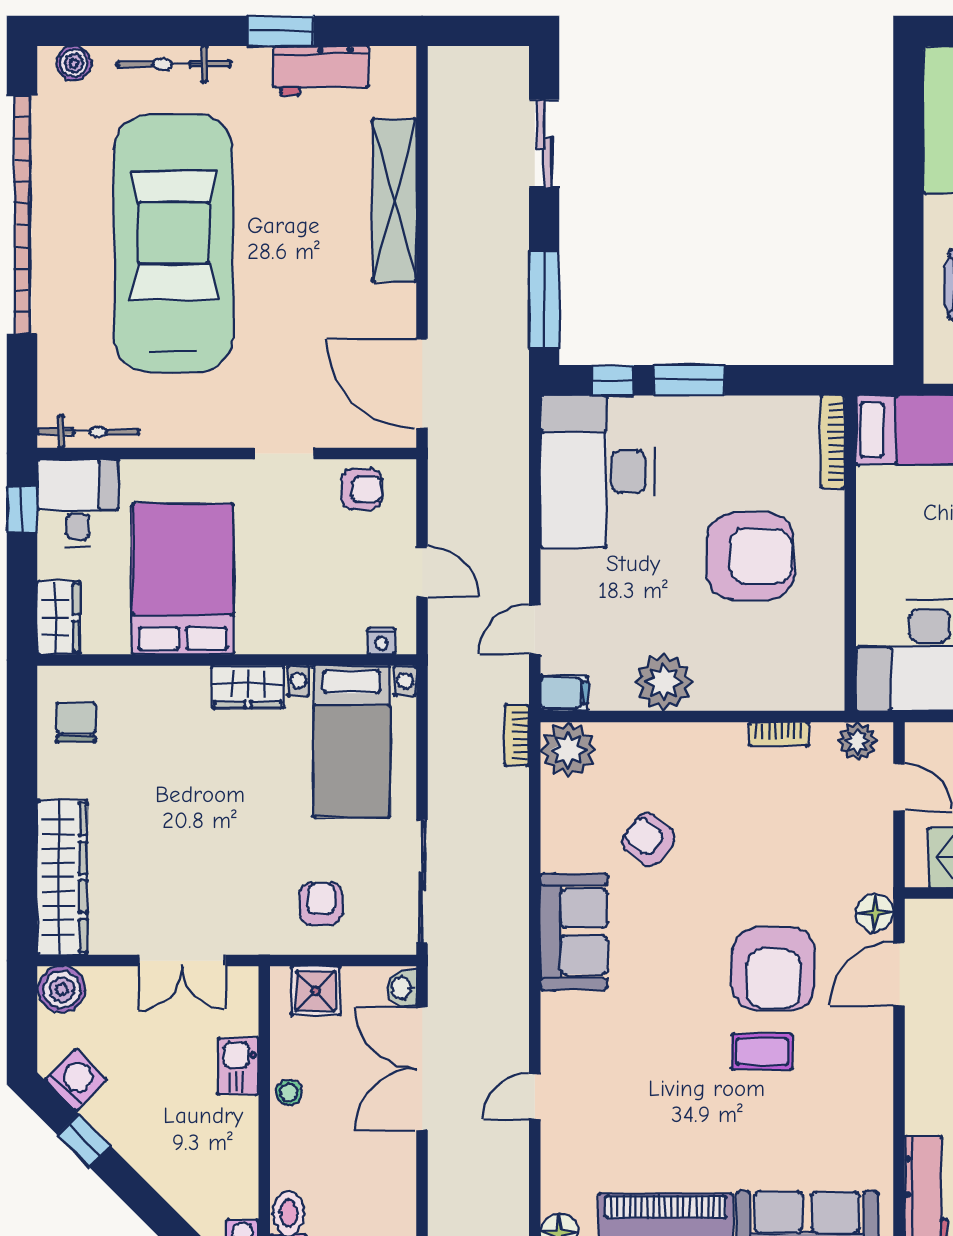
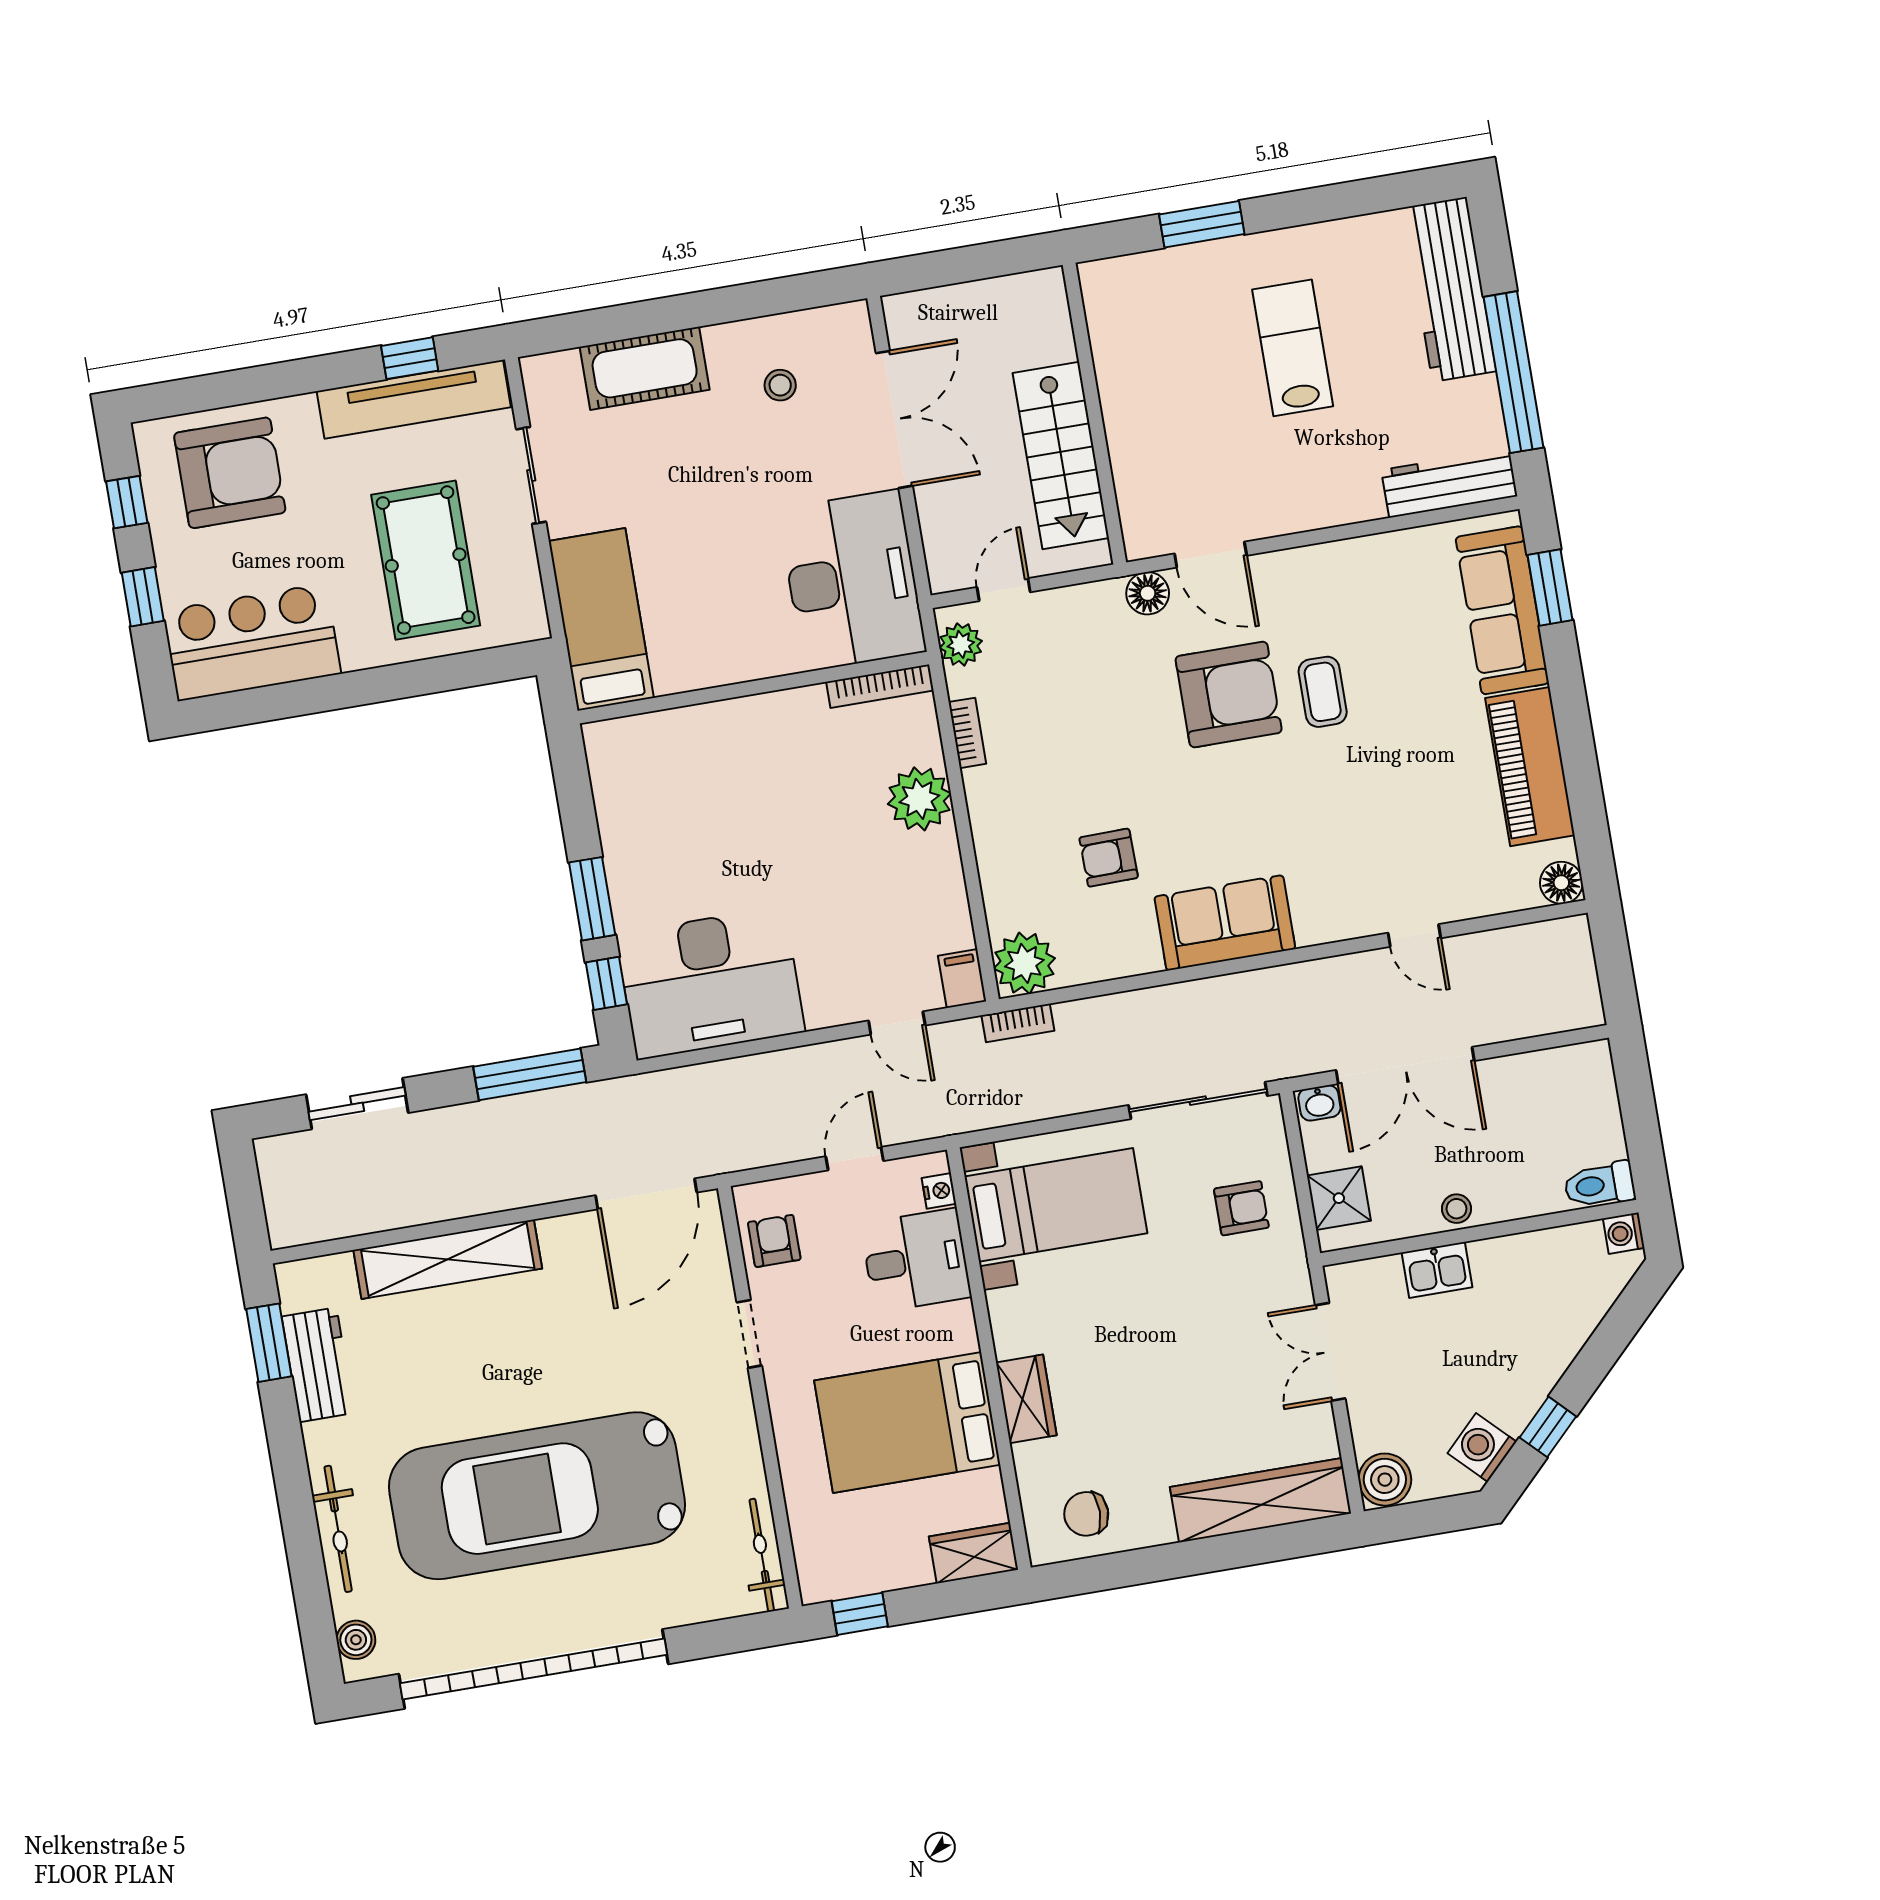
window: (281, 31) -> (269, 1343), moved
bookcase: (833, 442) -> (880, 686), moved
desk: (78, 503) -> (916, 1260), moved, turned 180
armchair: (750, 556) -> (775, 798), removed
plant: (664, 682) -> (919, 799), moved
wardrobe: (248, 687) -> (1026, 1399), moved
armchair: (648, 839) -> (1109, 858), turned 51
armchair: (321, 904) -> (1241, 1208), turned 180
double door: (182, 961) -> (1330, 1352), swing flipped

